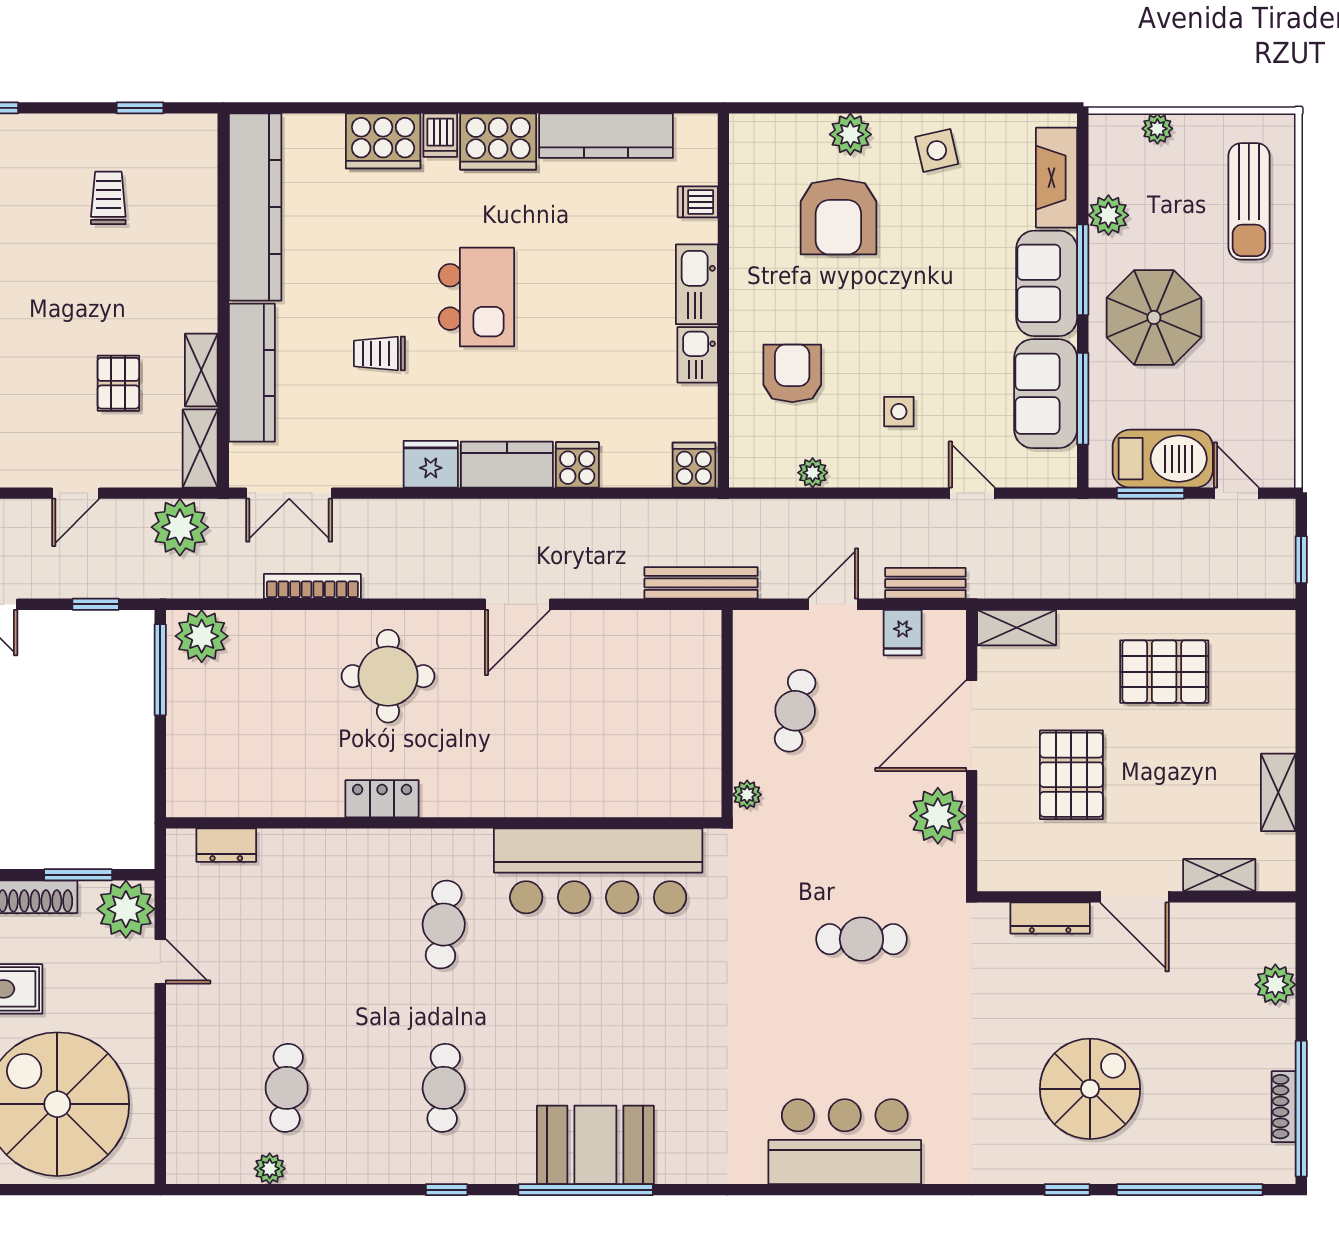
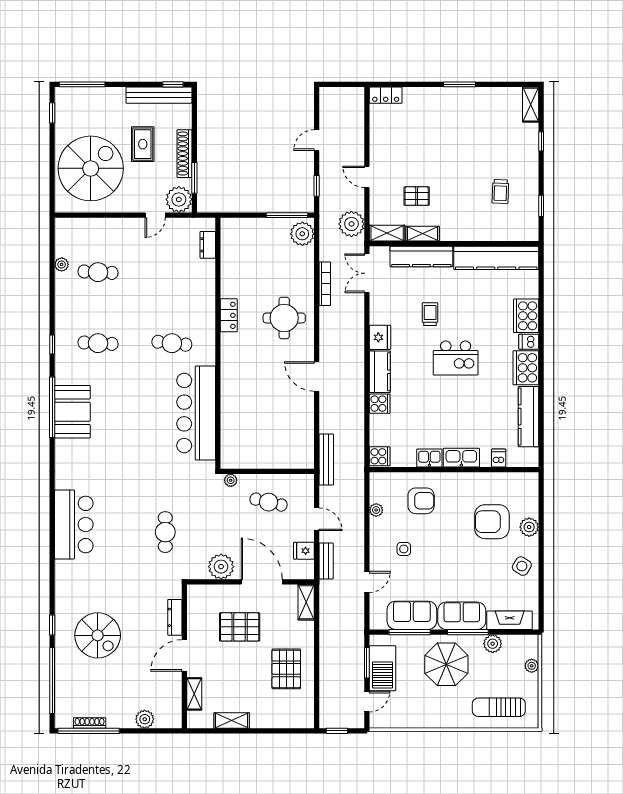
side table: (937, 150) -> (522, 566), turned 45
trolley: (108, 198) -> (500, 192), turned 92

